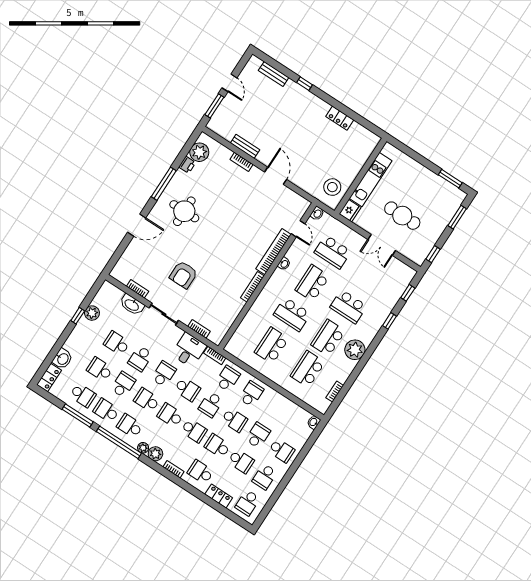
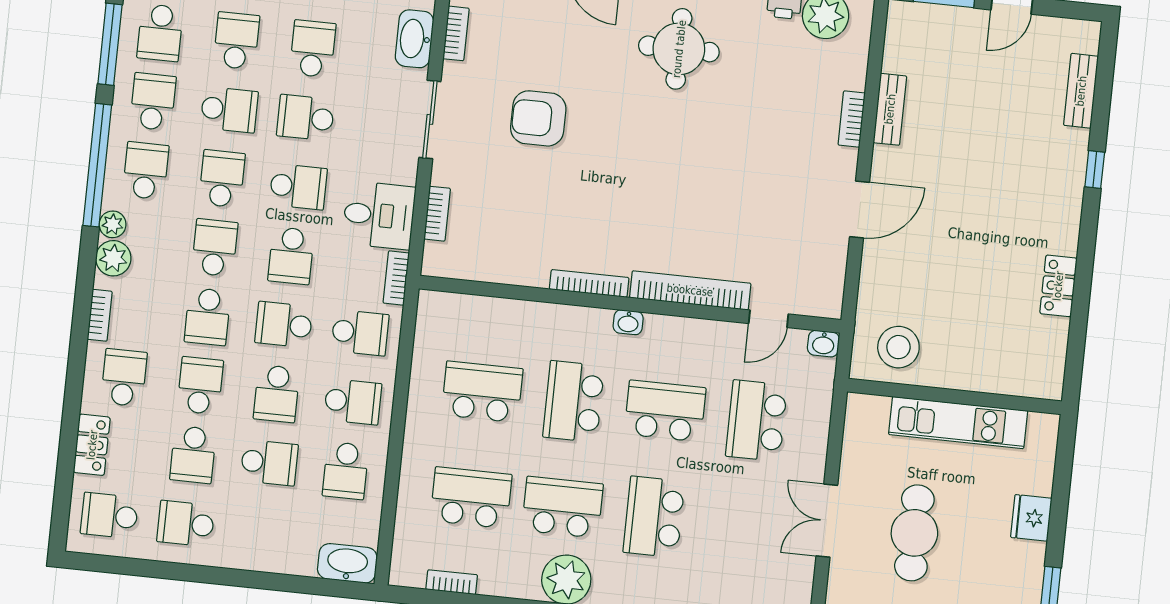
fridge: (350, 211) -> (1031, 518), moved, turned 90
washbasin: (284, 264) -> (628, 322), moved
washbasin: (314, 422) -> (347, 563), width x1.91, depth x1.45
school desk: (281, 451) -> (346, 471), moved

